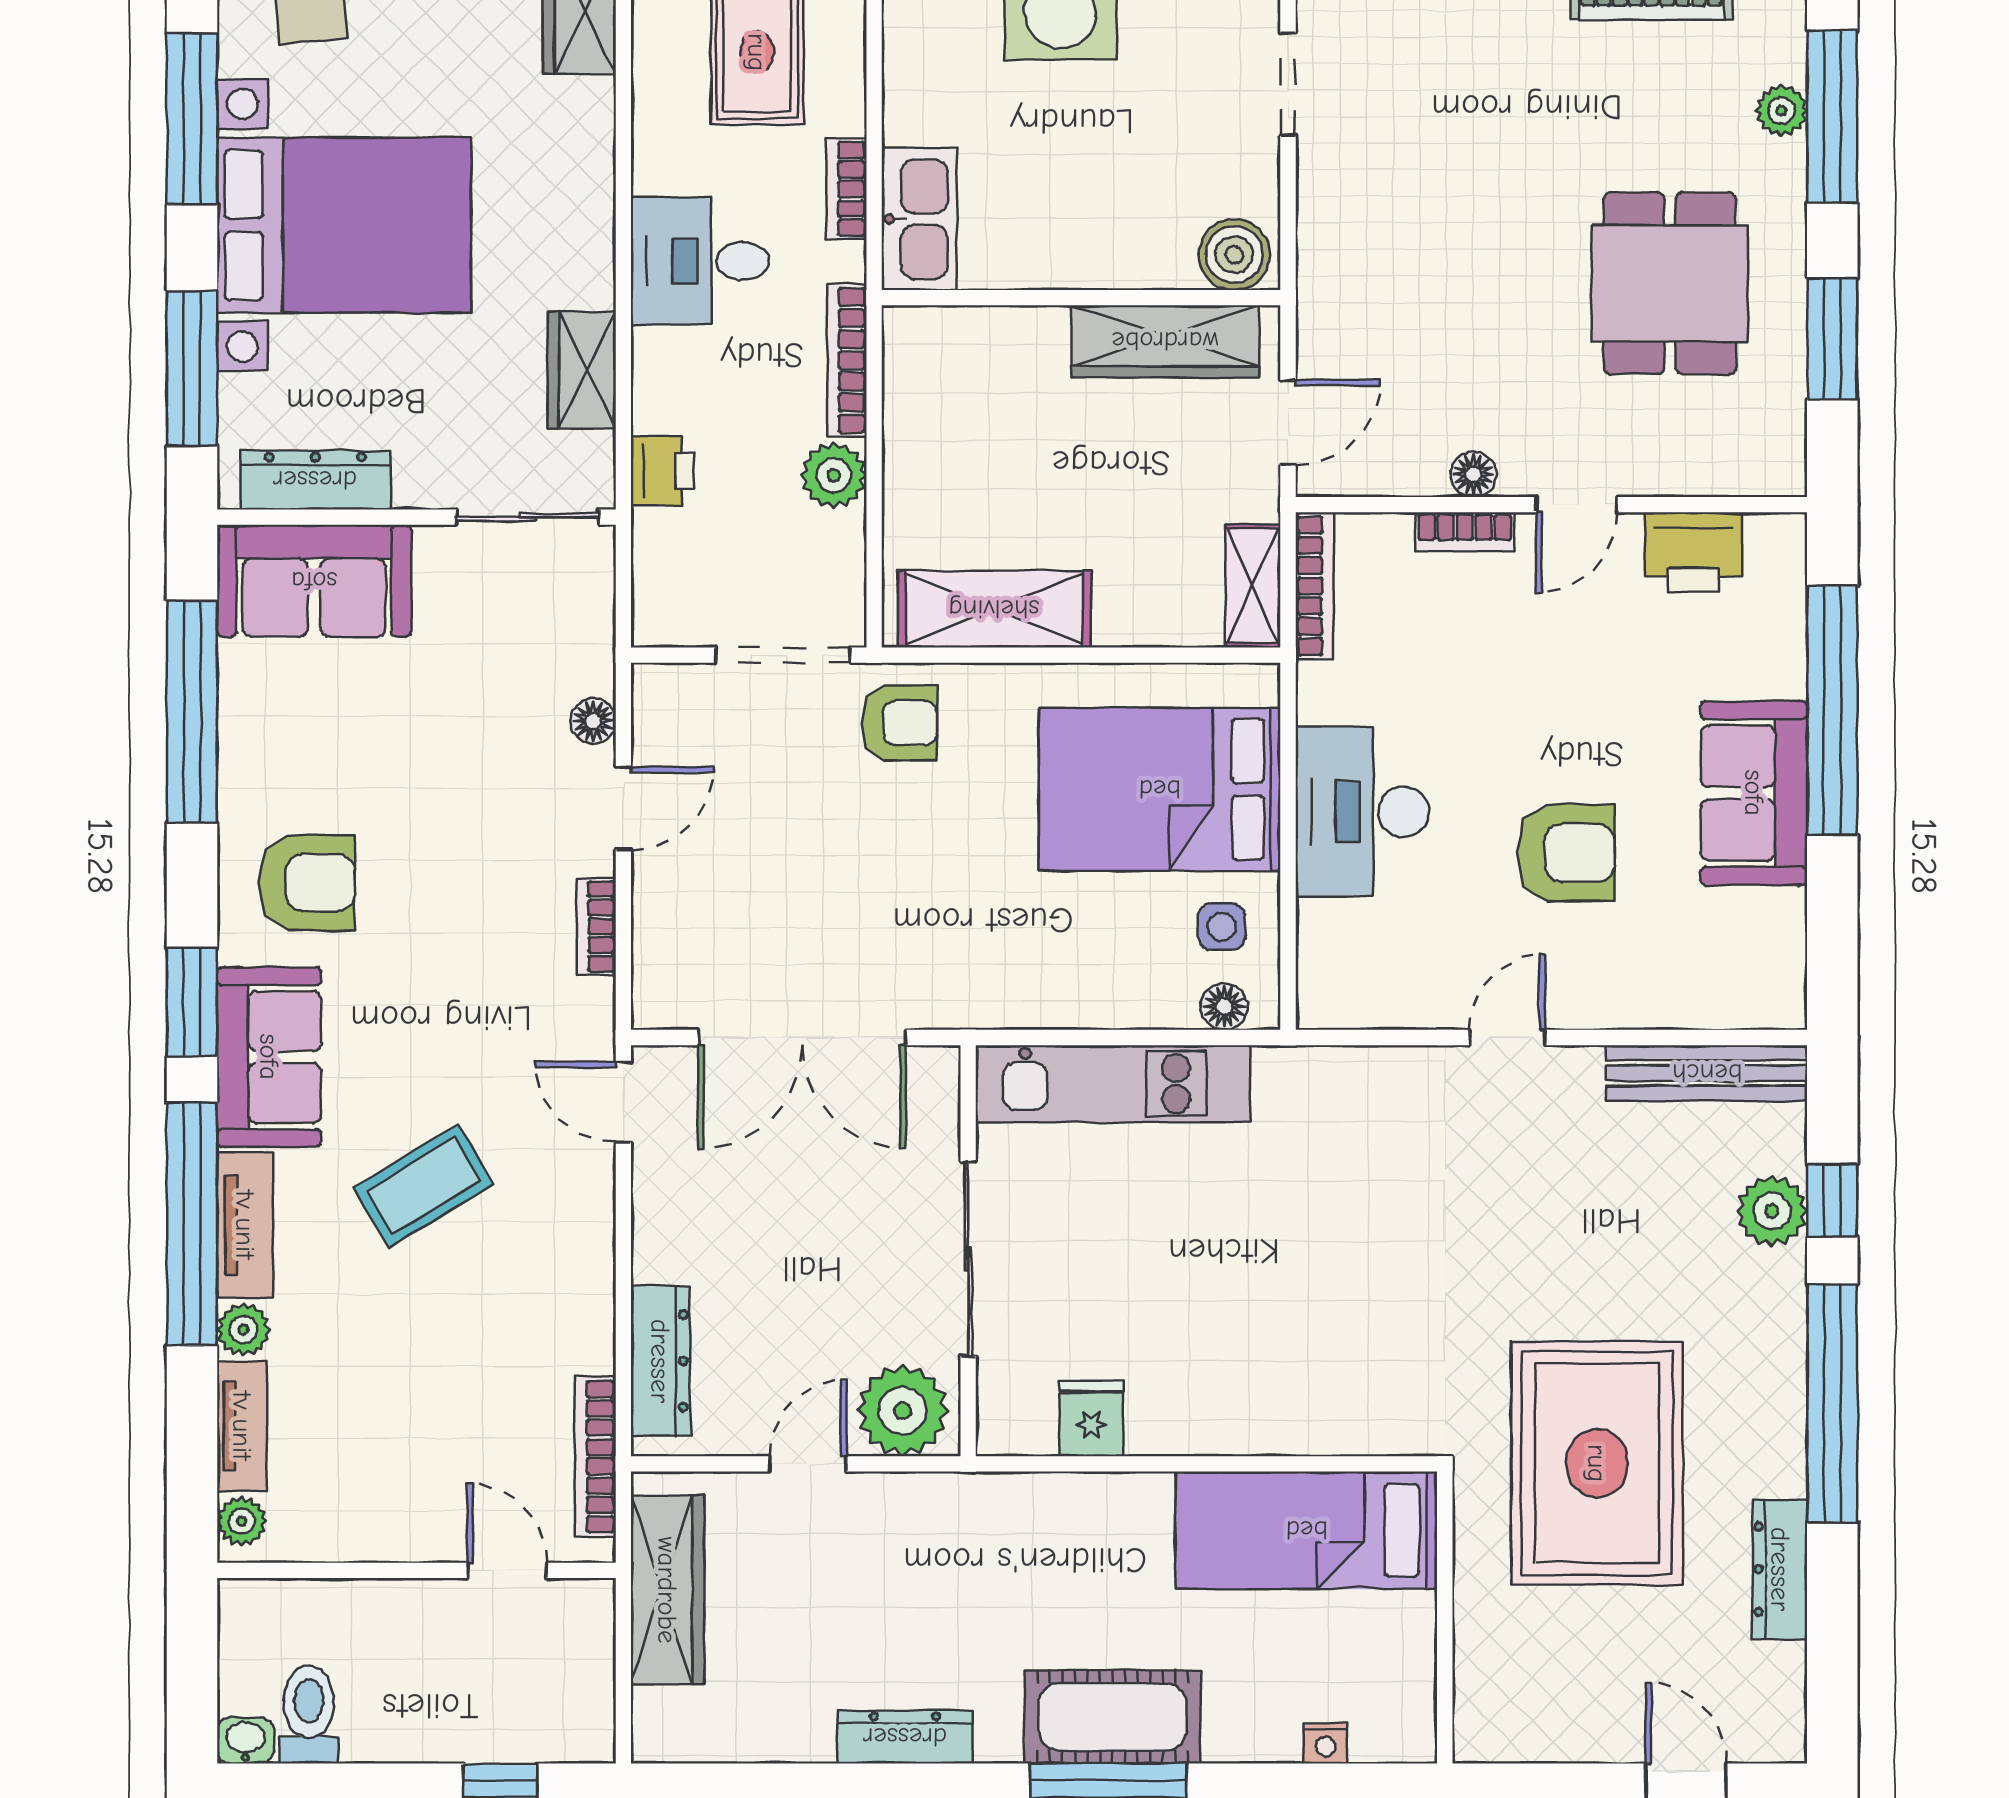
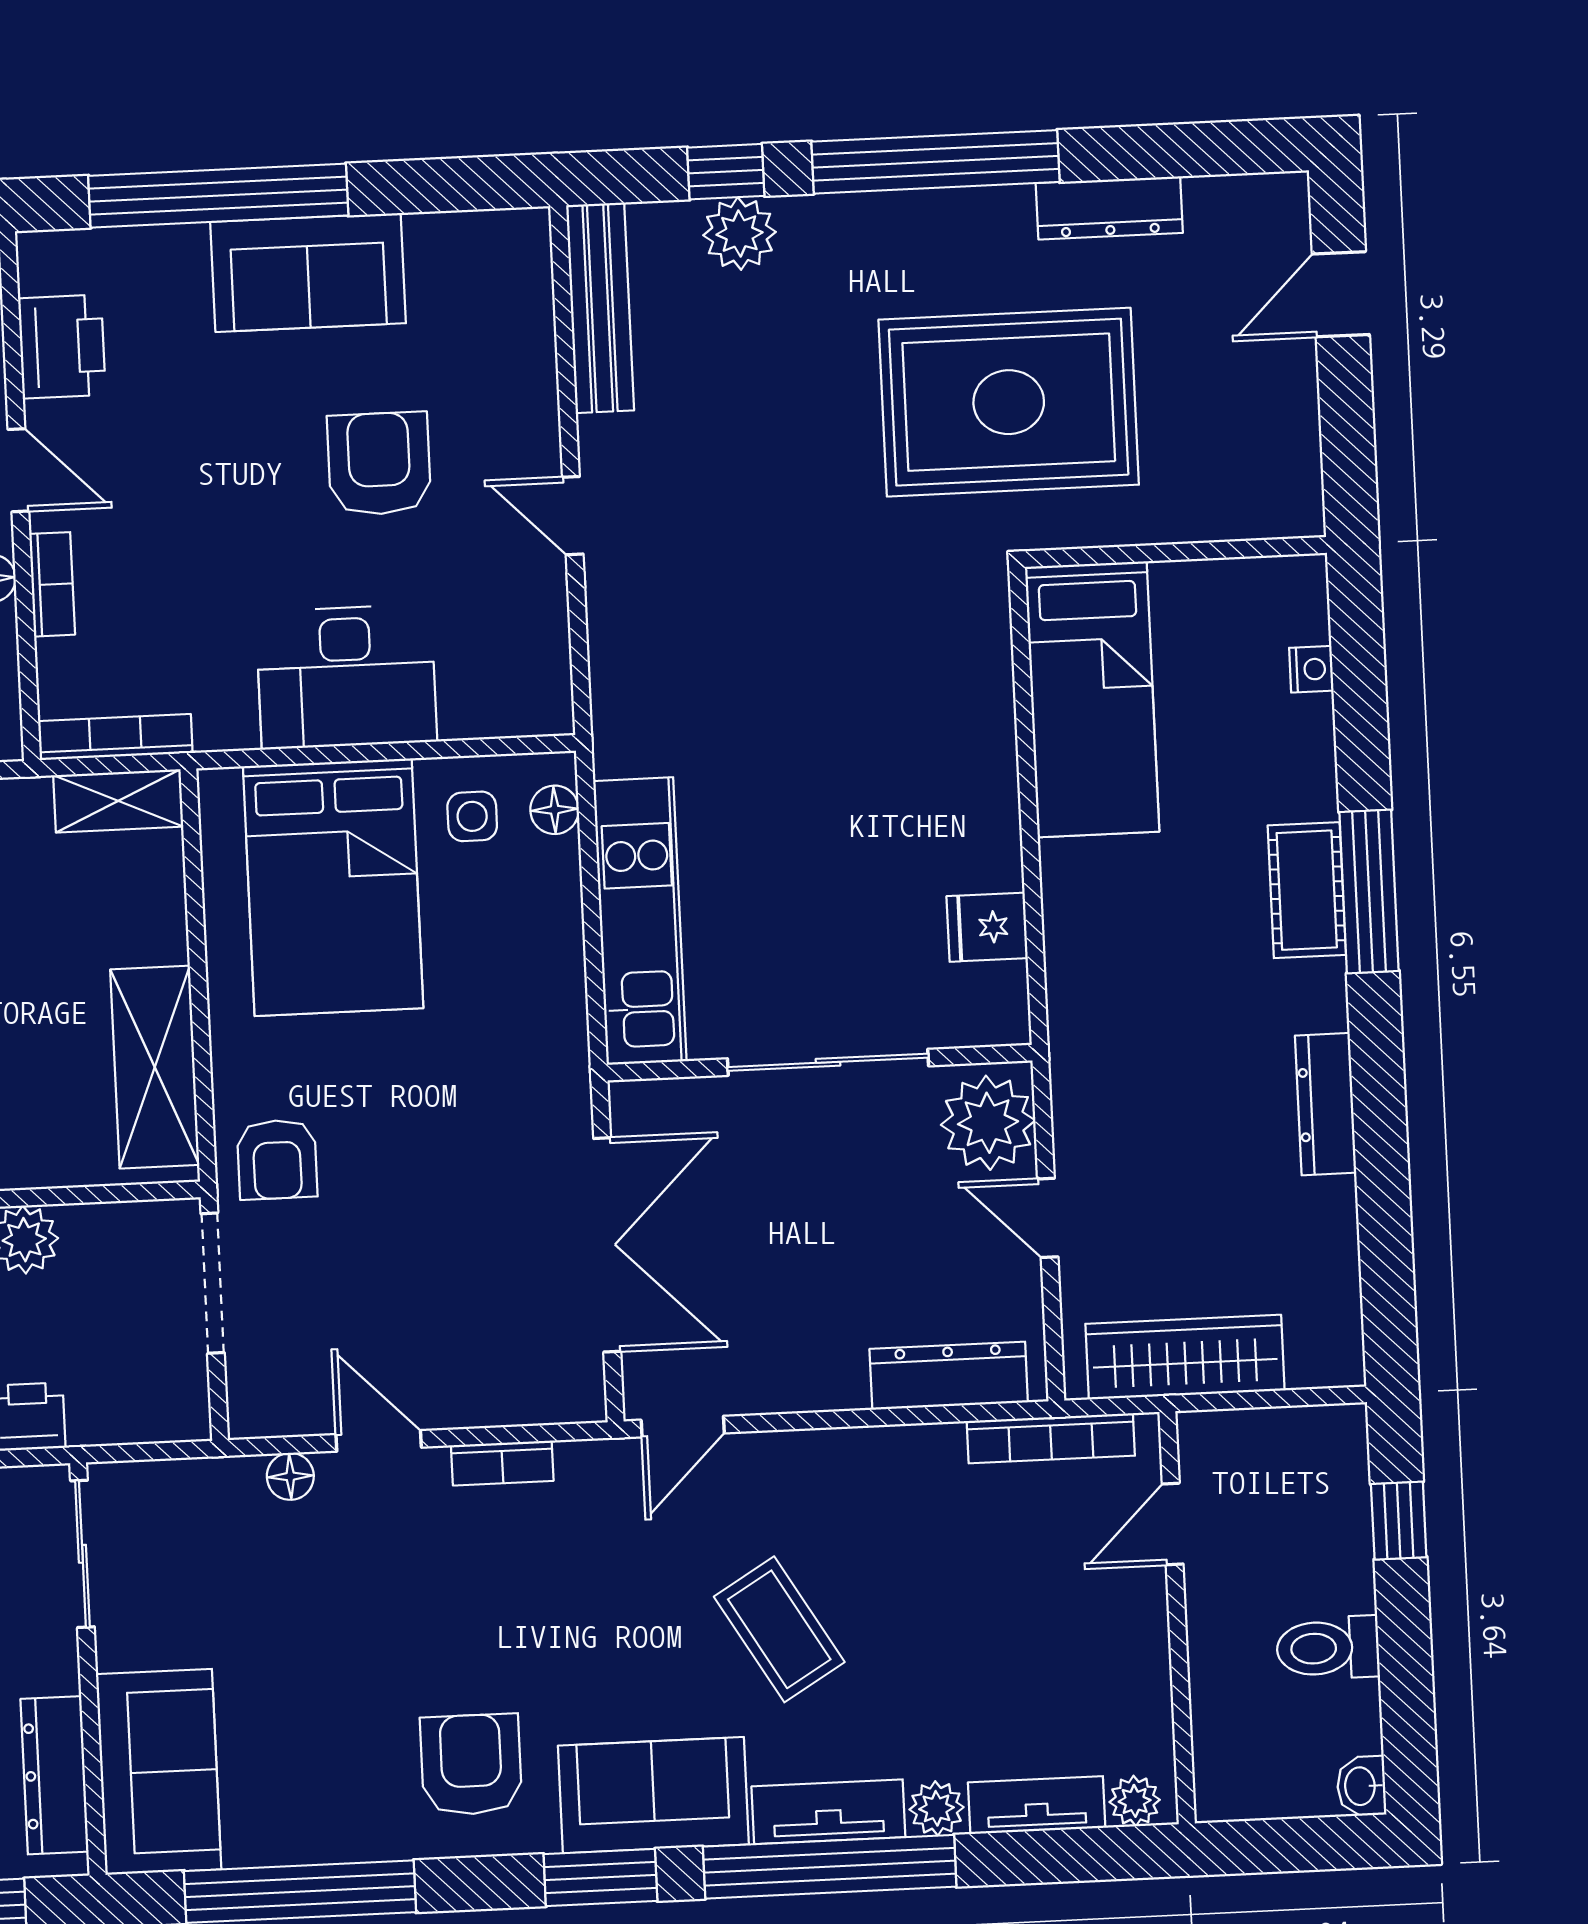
armchair: (899, 723) -> (277, 1160), turned 180
toilet: (309, 1715) -> (1328, 1648), moved
cot: (1113, 1717) -> (1307, 890), width x0.73, depth x0.75

